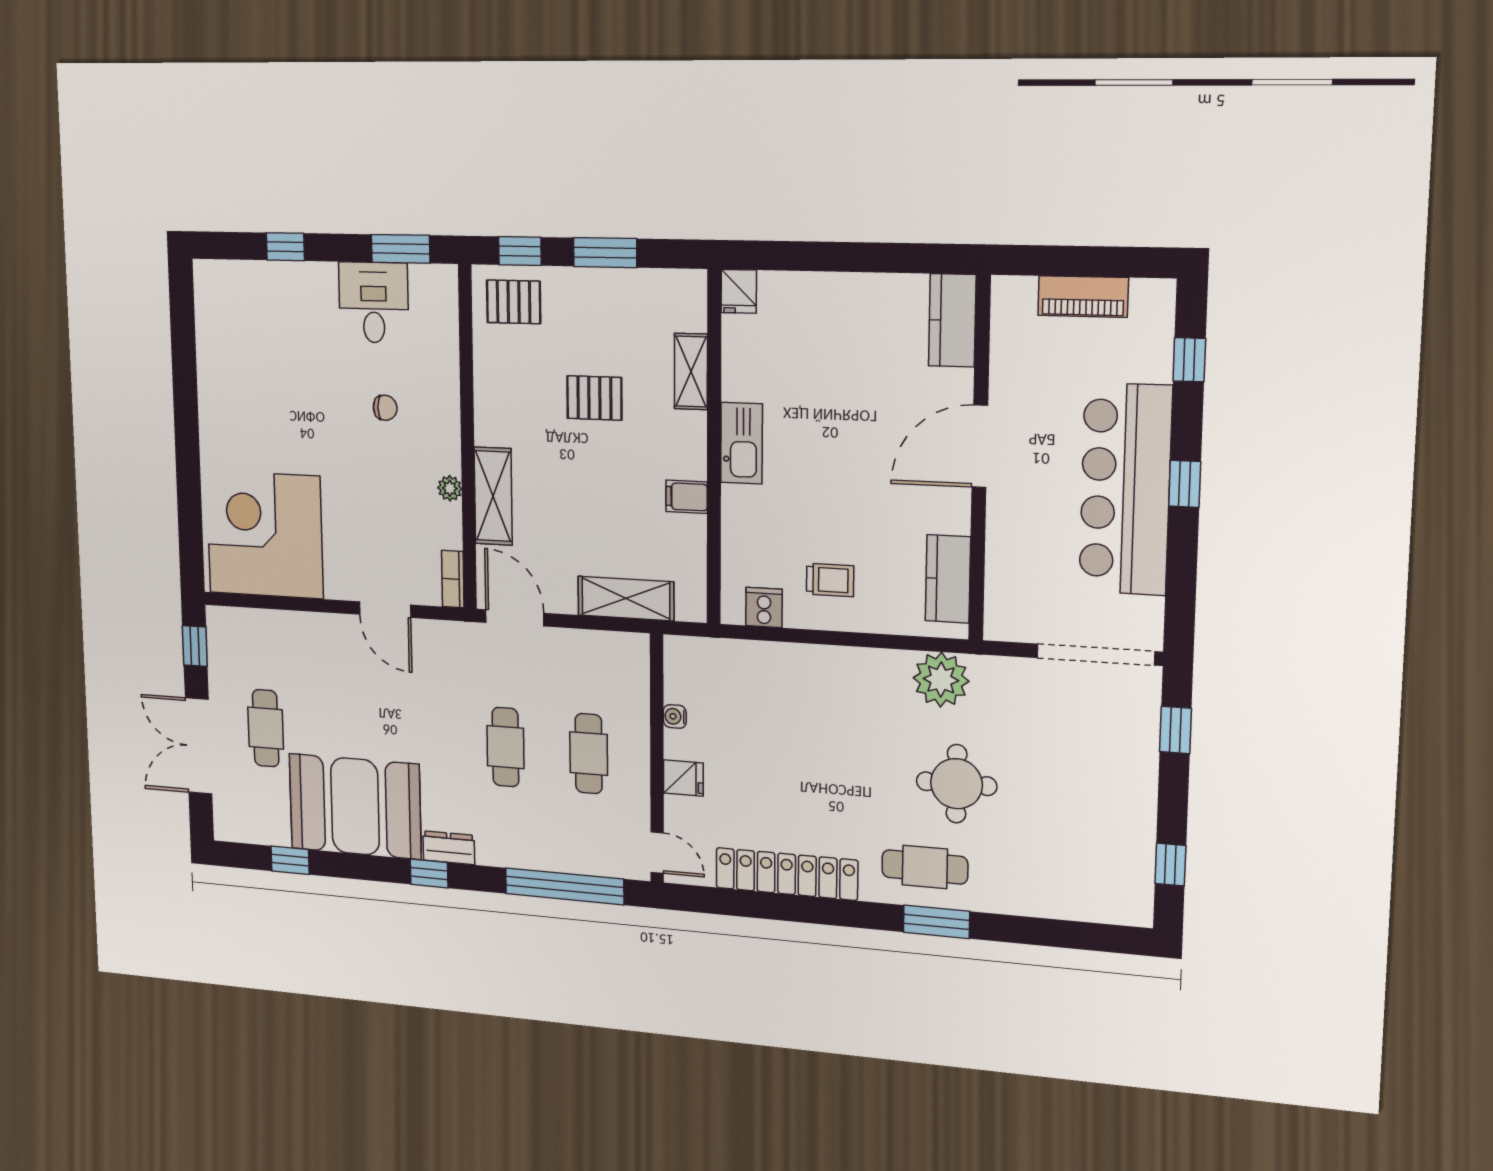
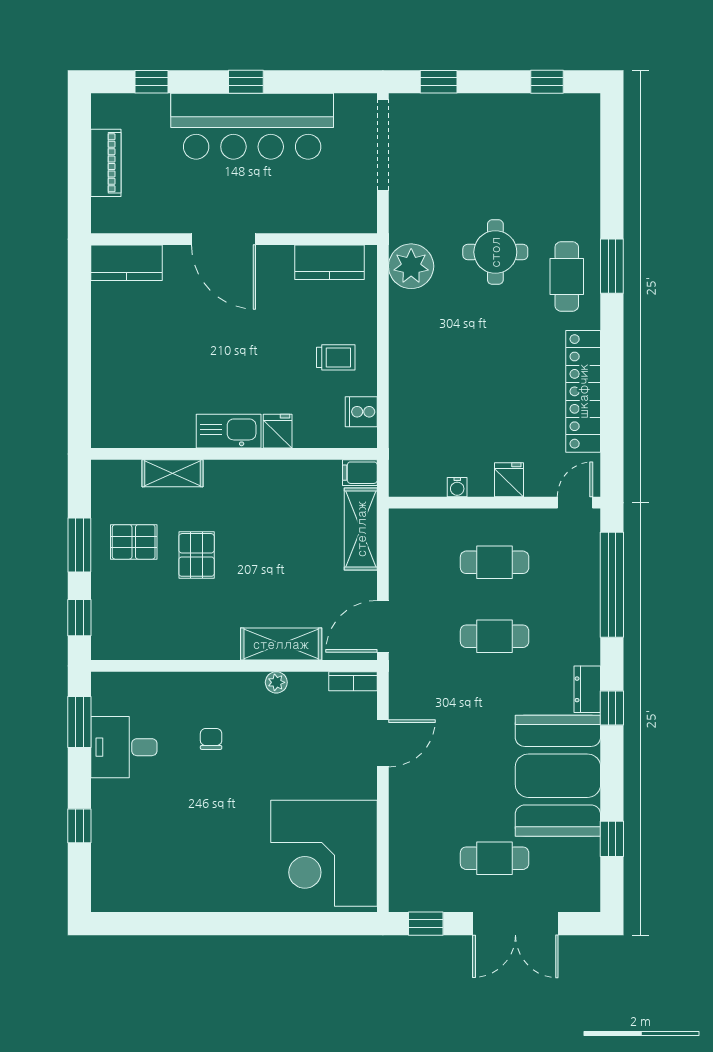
fridge: (739, 291) -> (278, 431), moved, turned -90
pallet: (514, 302) -> (134, 542), moved, turned 90
filing cabinet: (687, 497) -> (360, 473), moved, turned 90
trolley: (830, 580) -> (336, 357), turned 90

